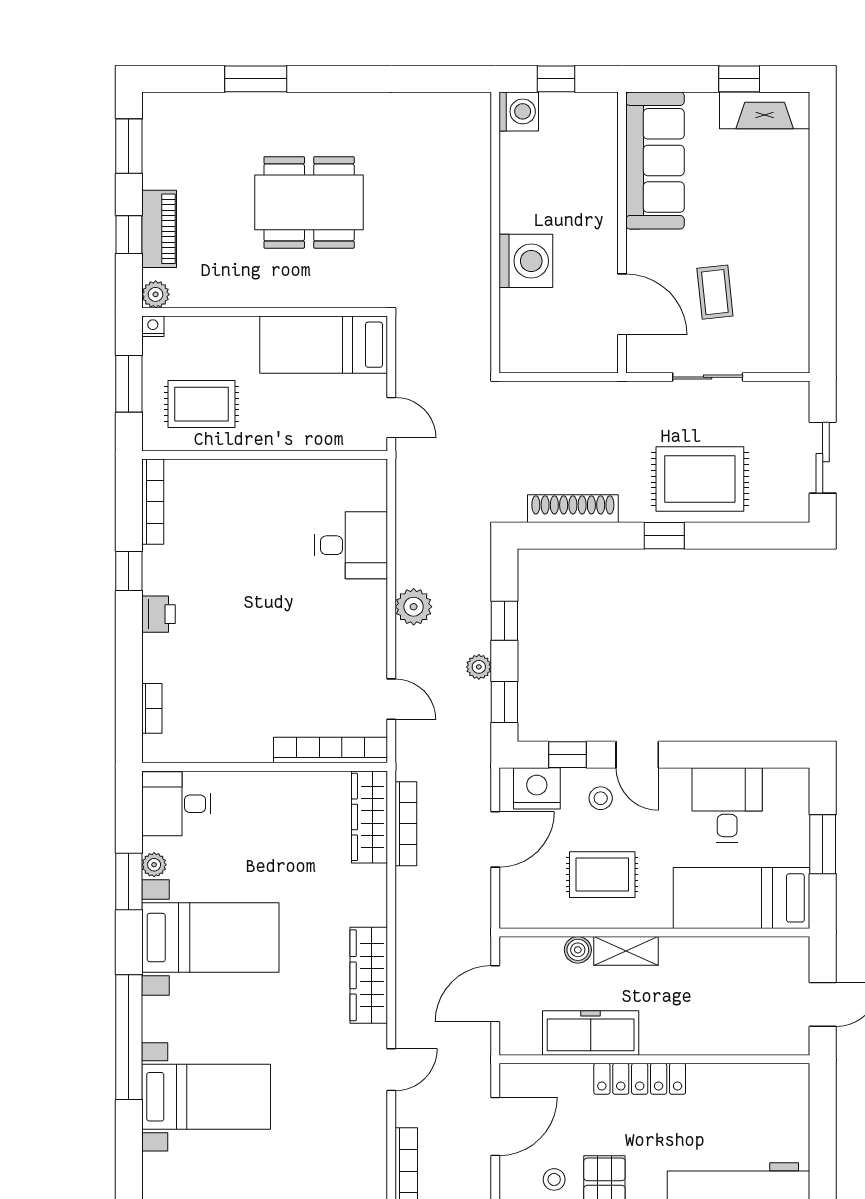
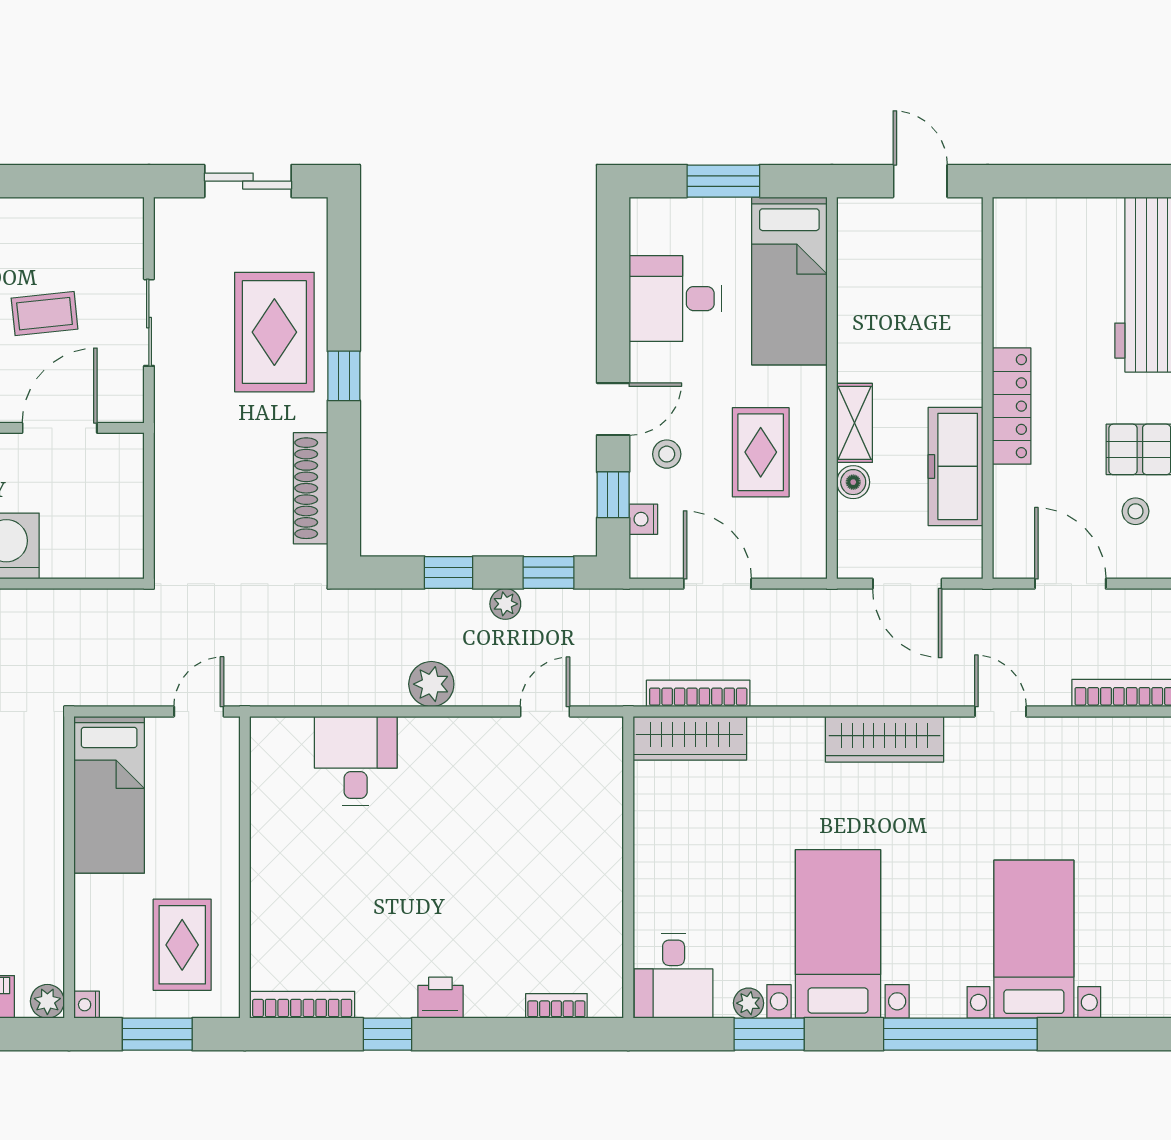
bookcase: (331, 750) -> (608, 786), removed
nightstand: (537, 788) -> (643, 519), width x0.53, depth x0.56

